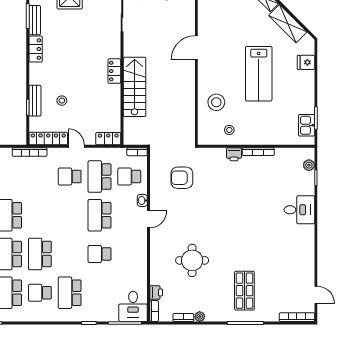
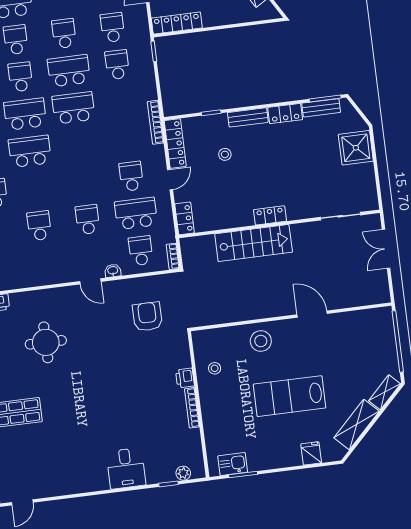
bench: (35, 101) -> (248, 117), moved
stool: (216, 102) -> (261, 341), moved
school desk: (99, 215) -> (88, 220), width x0.54

